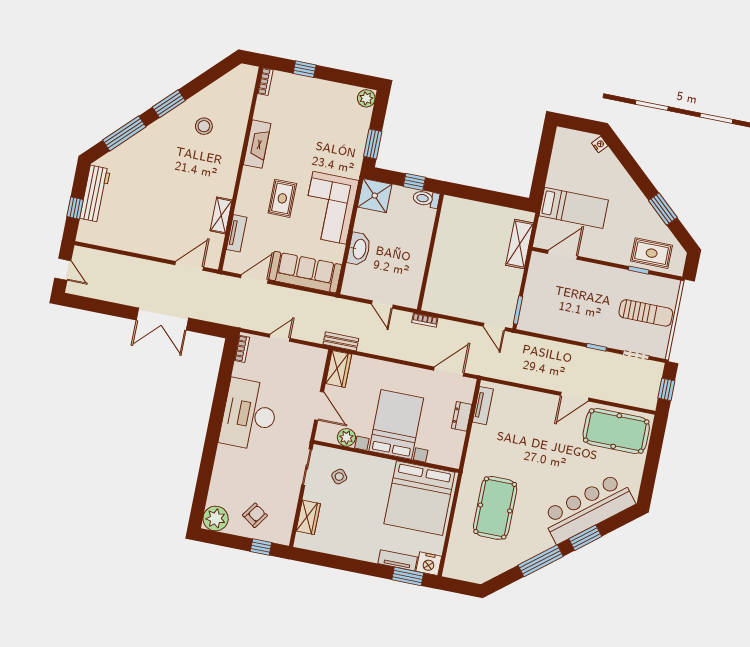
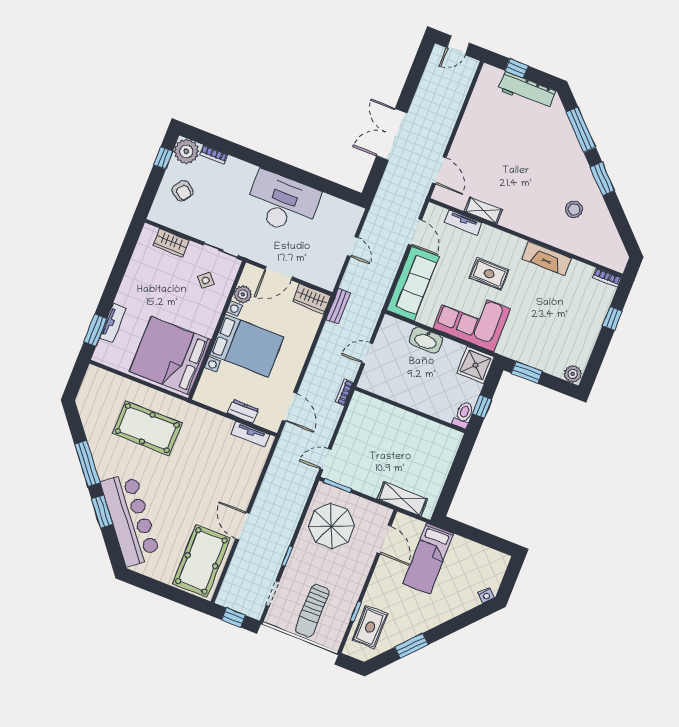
parasol: (559, 309) -> (332, 526), added
bookcase: (242, 349) -> (214, 154), moved
window: (261, 547) -> (163, 158), moved
nightstand: (429, 564) -> (104, 353), removed

